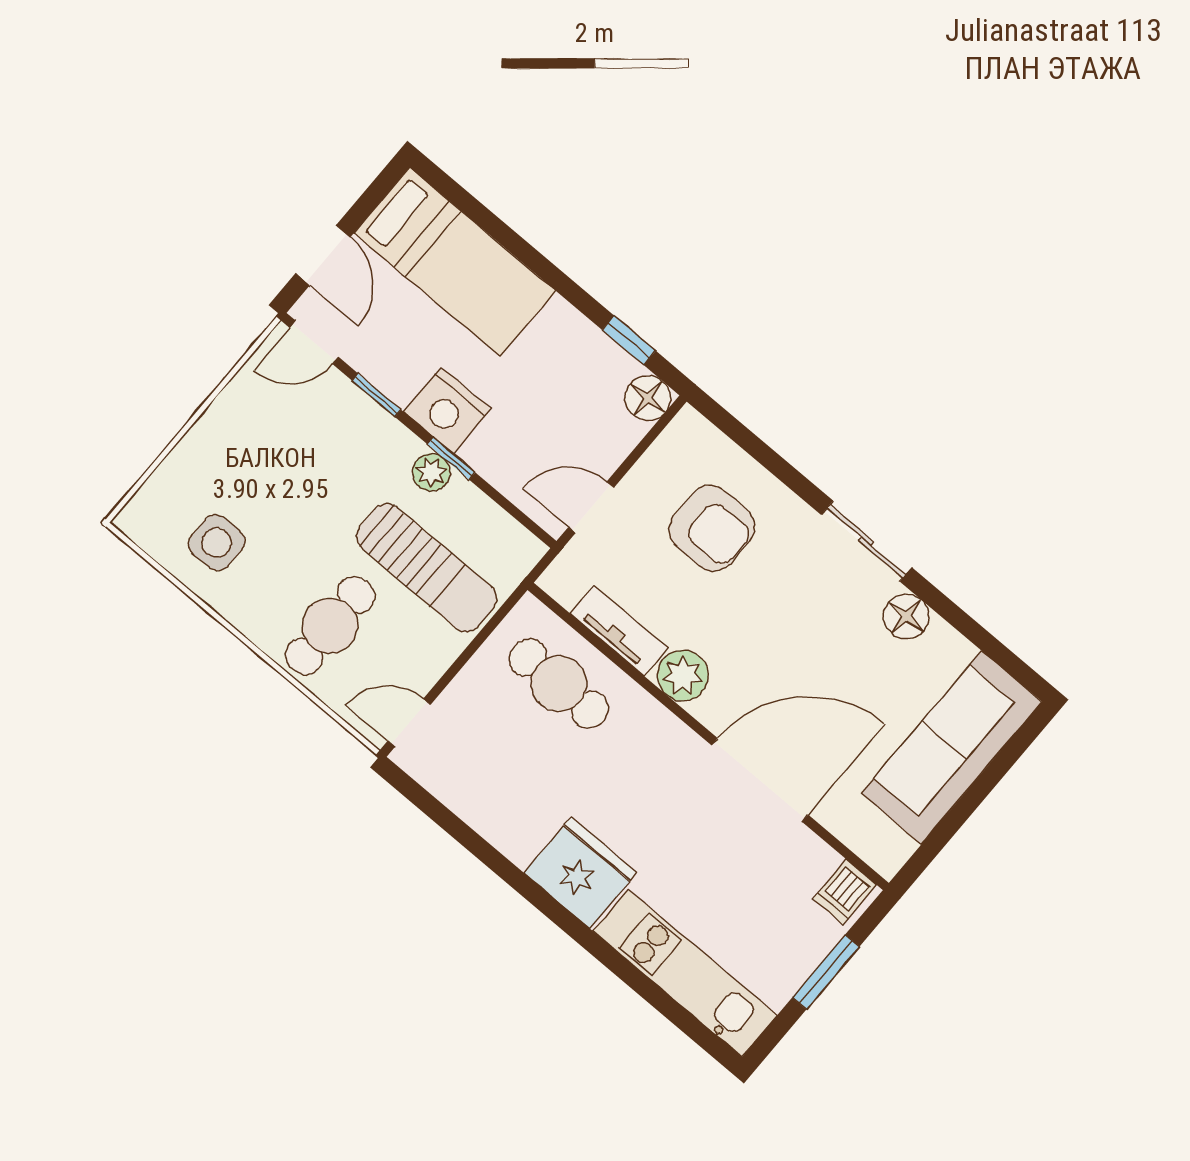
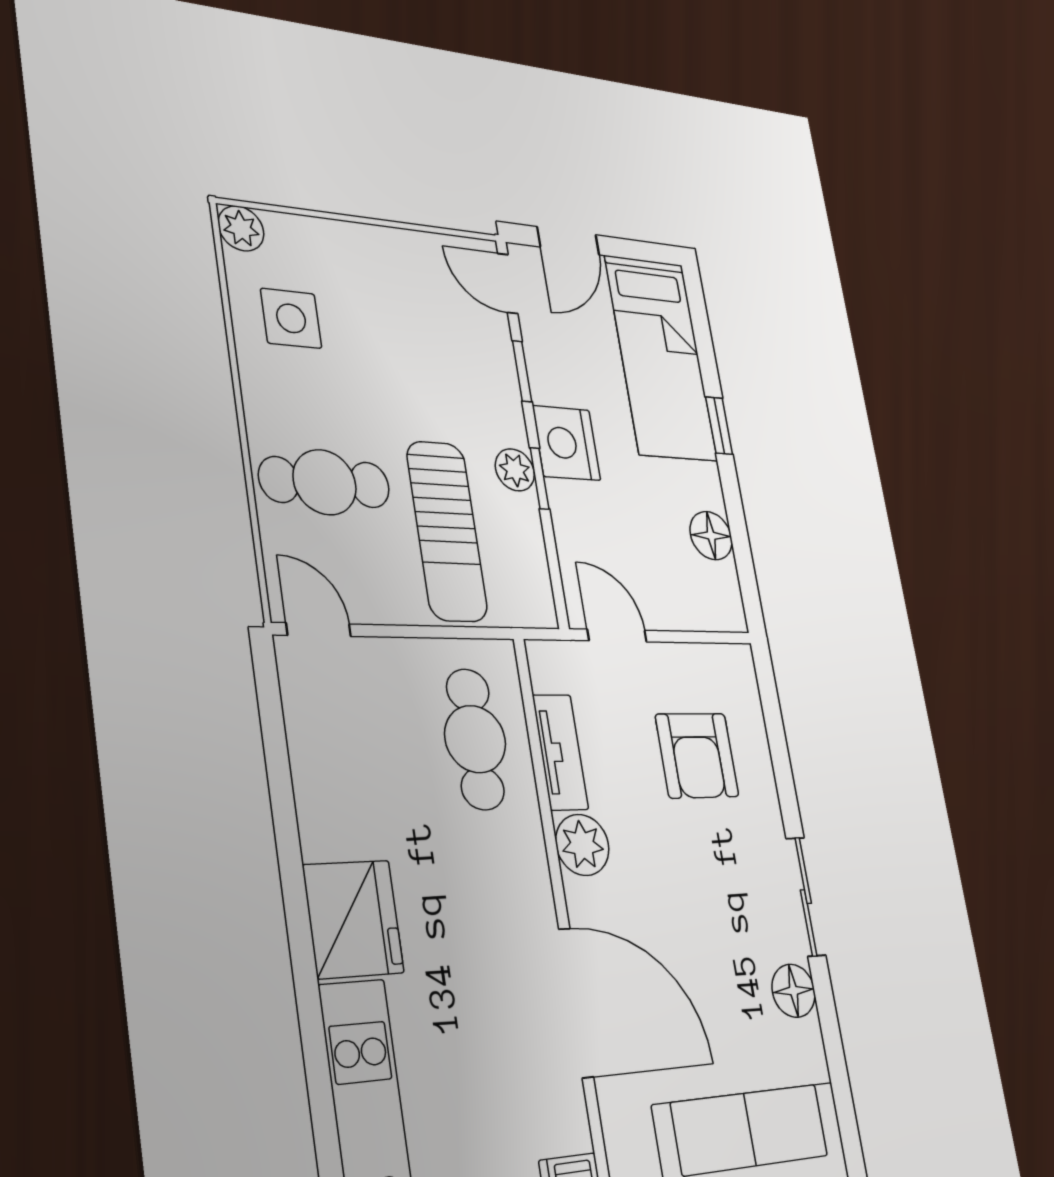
window: (629, 340) -> (719, 426), moved
floor lamp: (648, 398) -> (711, 536), moved
plant: (137, 520) -> (241, 228), added

